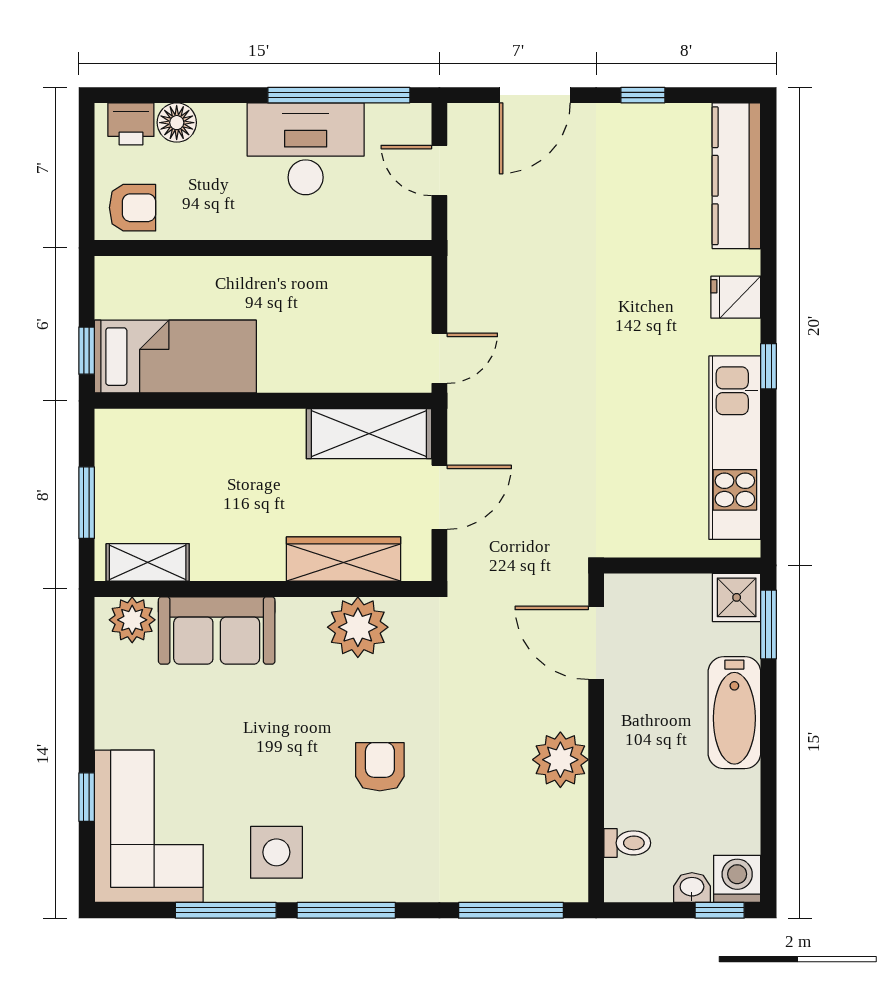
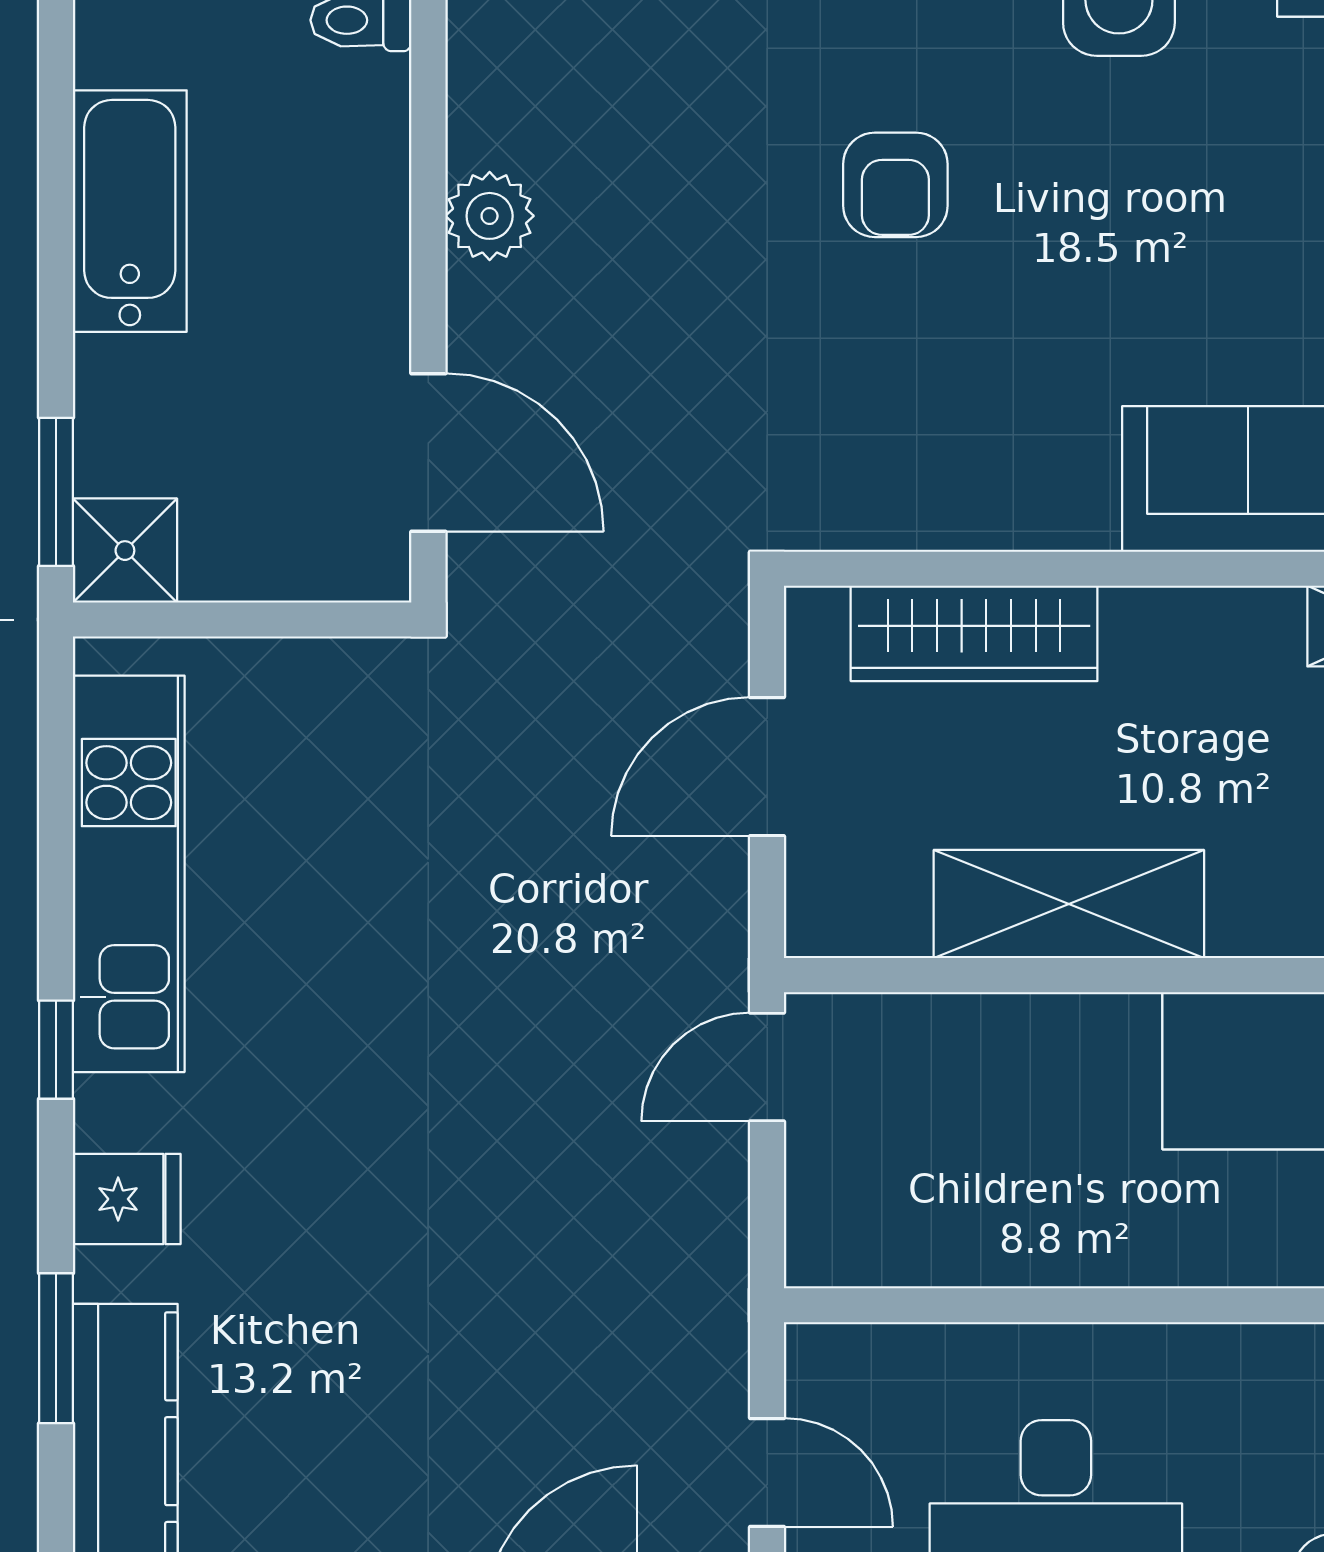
window: (769, 228) -> (56, 1348), added
shelving: (369, 434) -> (1069, 904), moved
plant: (358, 627) -> (943, 486), removed
bathtub: (734, 713) -> (130, 211), moved
plant: (560, 760) -> (490, 216), width x0.73, depth x0.73

